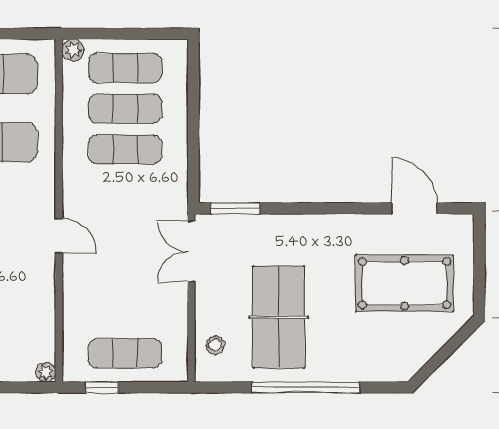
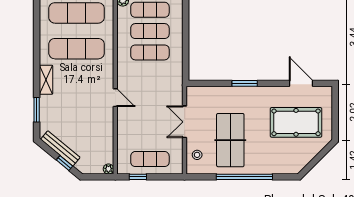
window: (235, 208) -> (245, 83), moved
double door: (191, 251) -> (185, 122), moved

